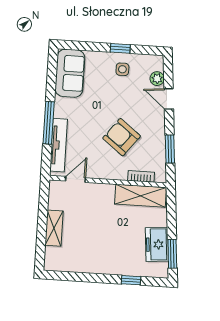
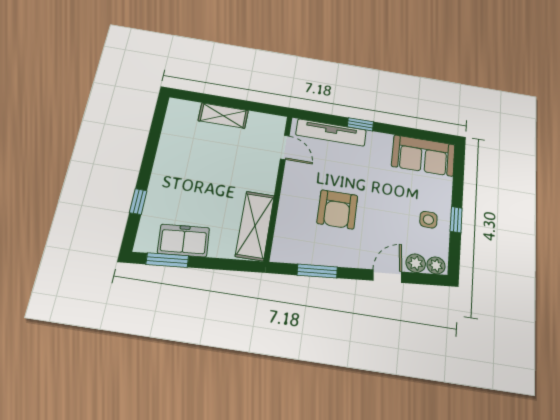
plant: (157, 64) -> (436, 265), added
window: (49, 123) -> (360, 124), width x0.46
armchair: (122, 137) -> (337, 209), turned 142
bookcase: (141, 176) -> (282, 229), removed

